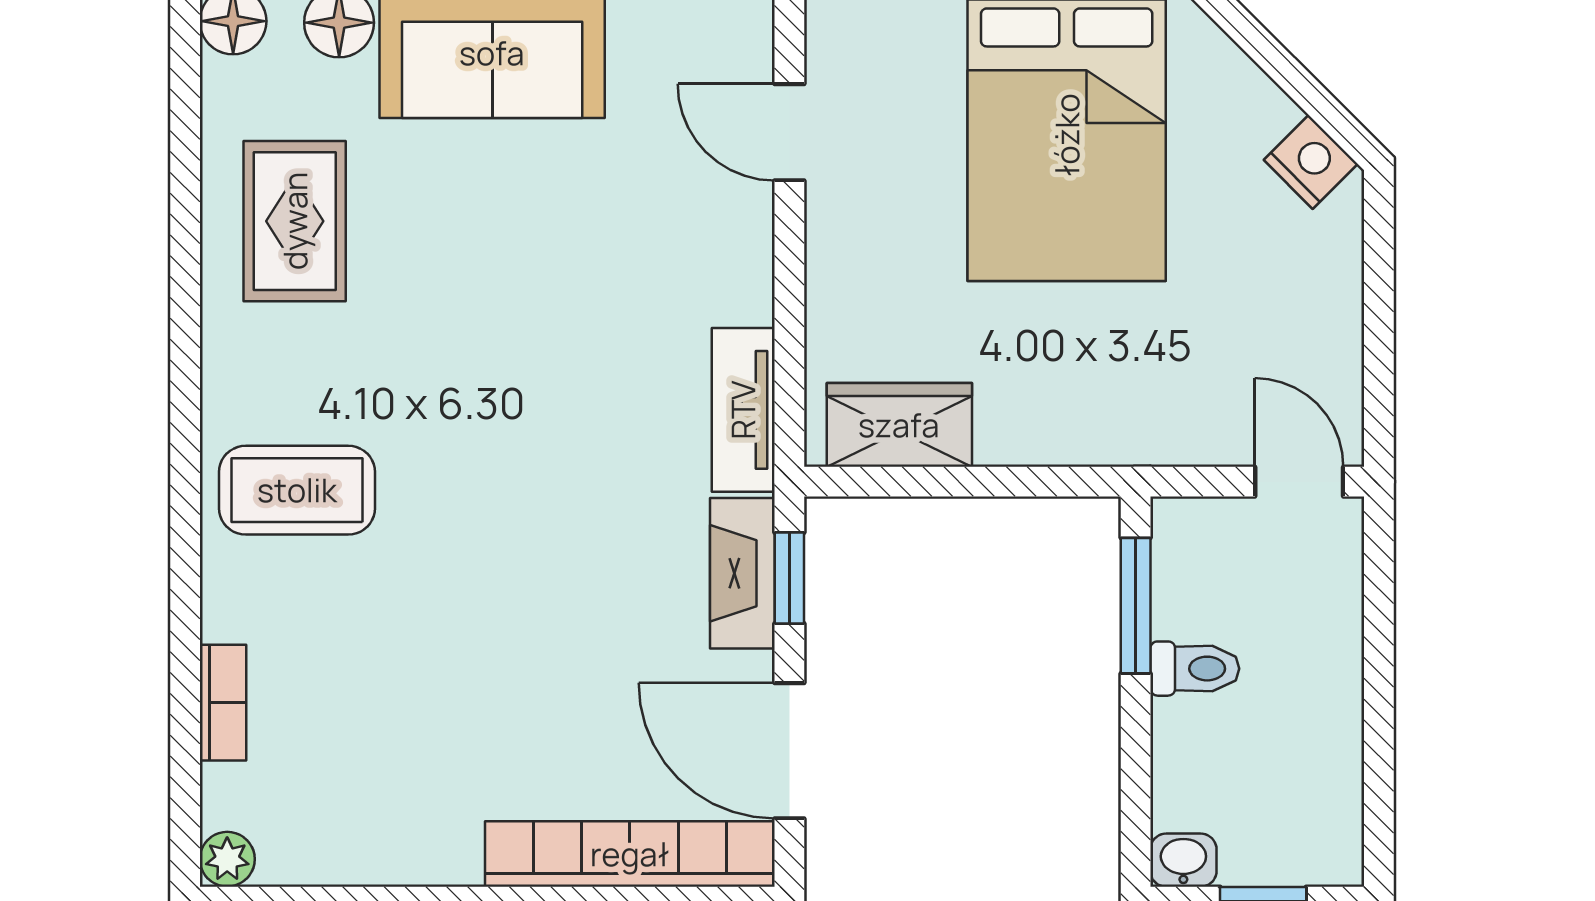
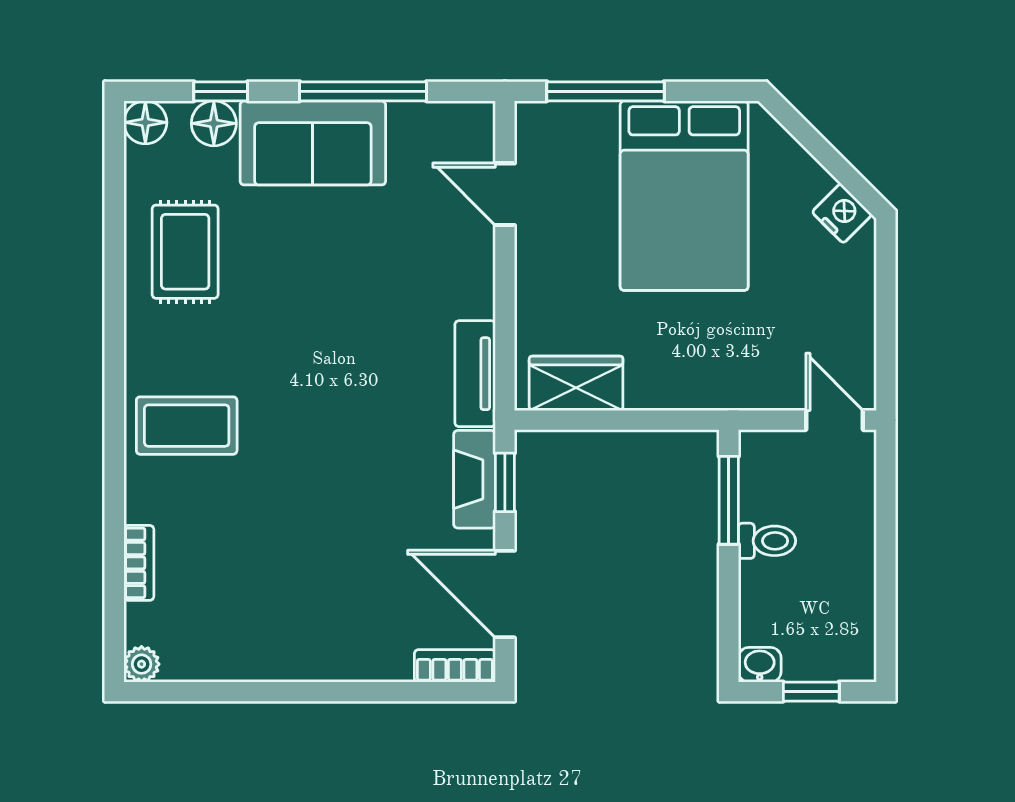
bookcase: (630, 854) -> (455, 666), width x0.43, depth x0.76

